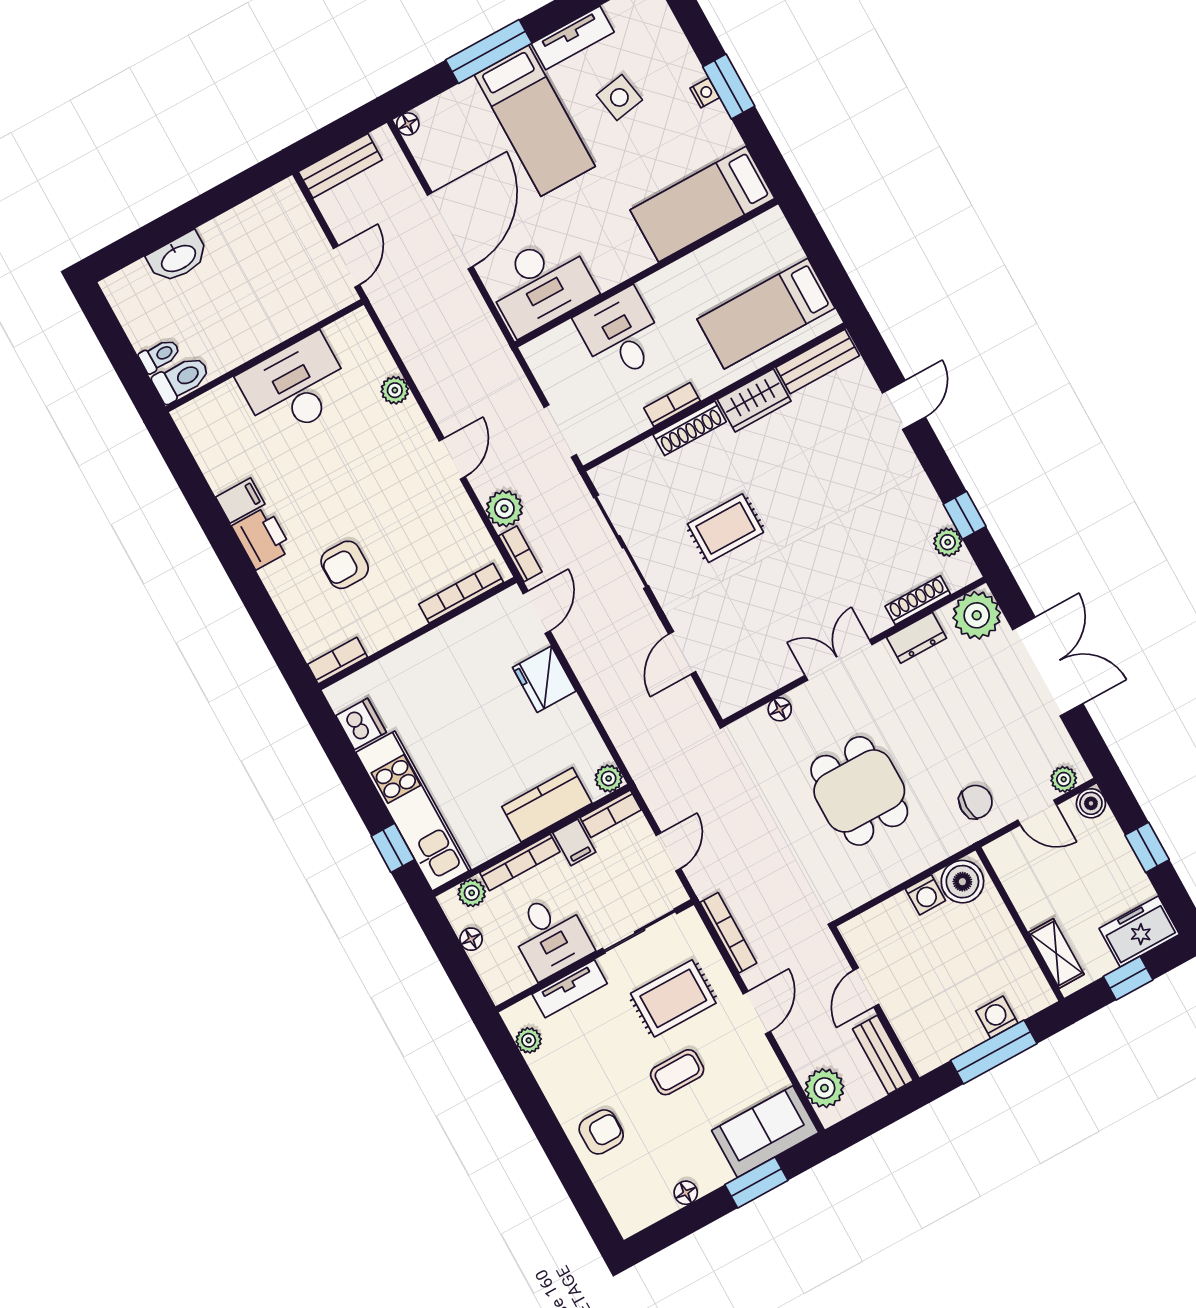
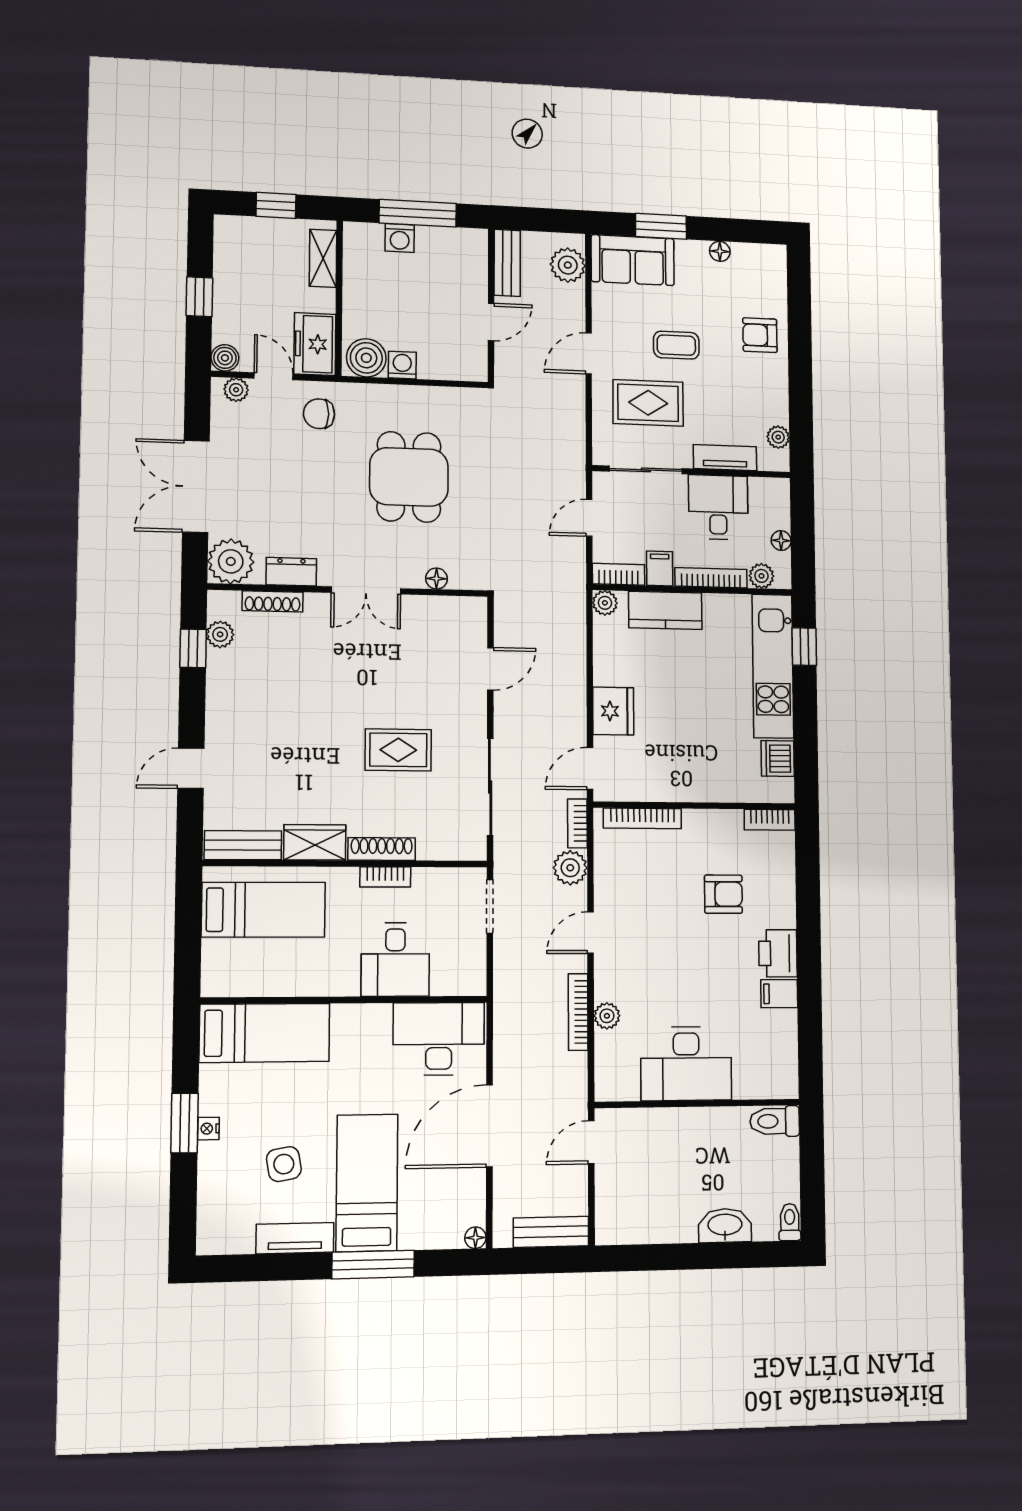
toilet: (160, 355) -> (790, 1222), moved, turned 90
freezer: (1139, 931) -> (315, 344), moved, turned 90
bookcase: (728, 933) -> (578, 1012), moved

